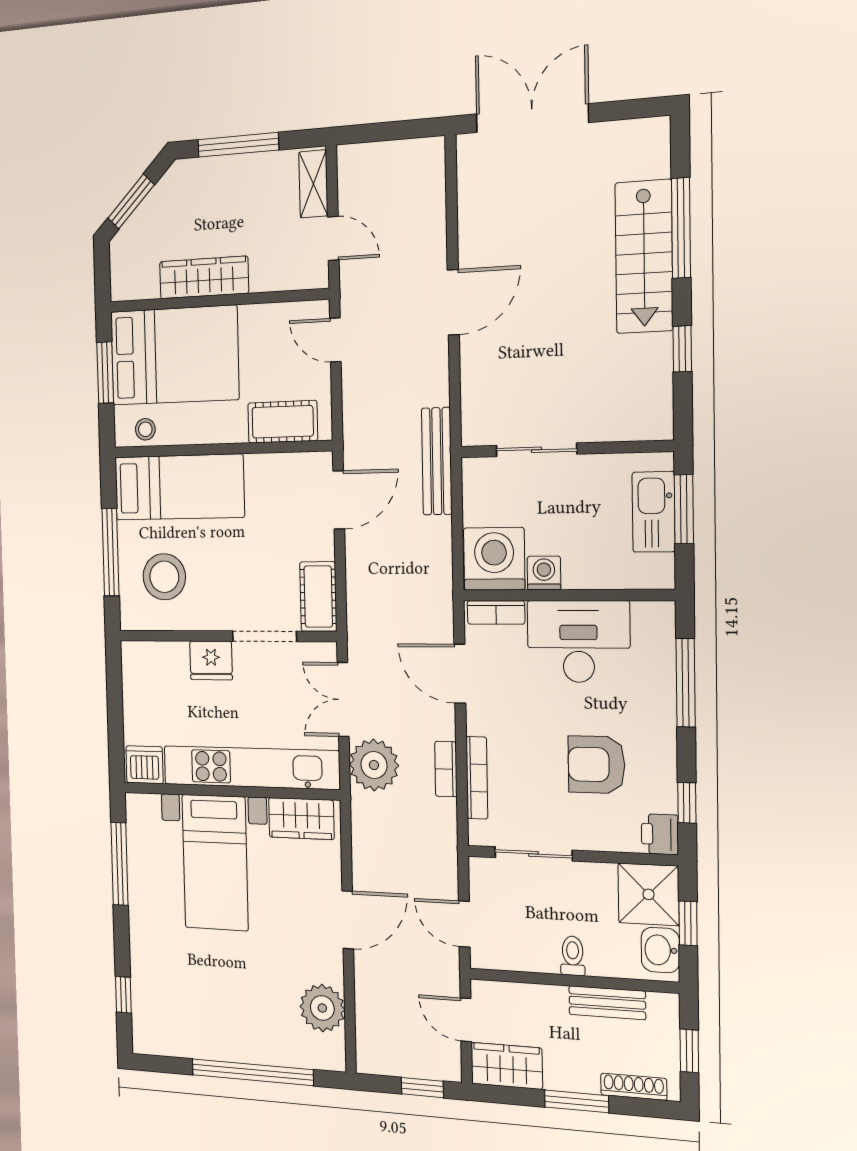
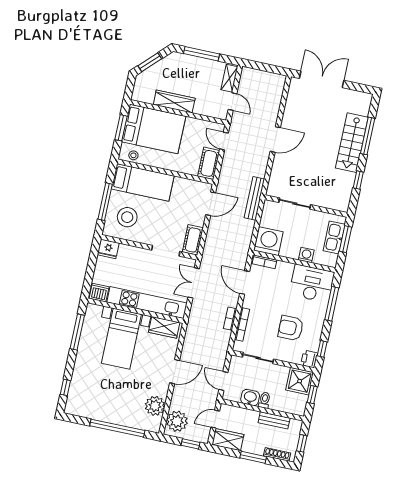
cot: (283, 422) -> (209, 163), moved, turned 90
washing machine: (544, 573) -> (306, 255), moved
desk: (579, 641) -> (312, 284), moved
fridge: (211, 660) -> (108, 249), moved
plant: (374, 765) -> (177, 421), moved
washbasin: (660, 950) -> (250, 398), moved, turned 90
door: (466, 1020) -> (215, 419), hinge flipped

